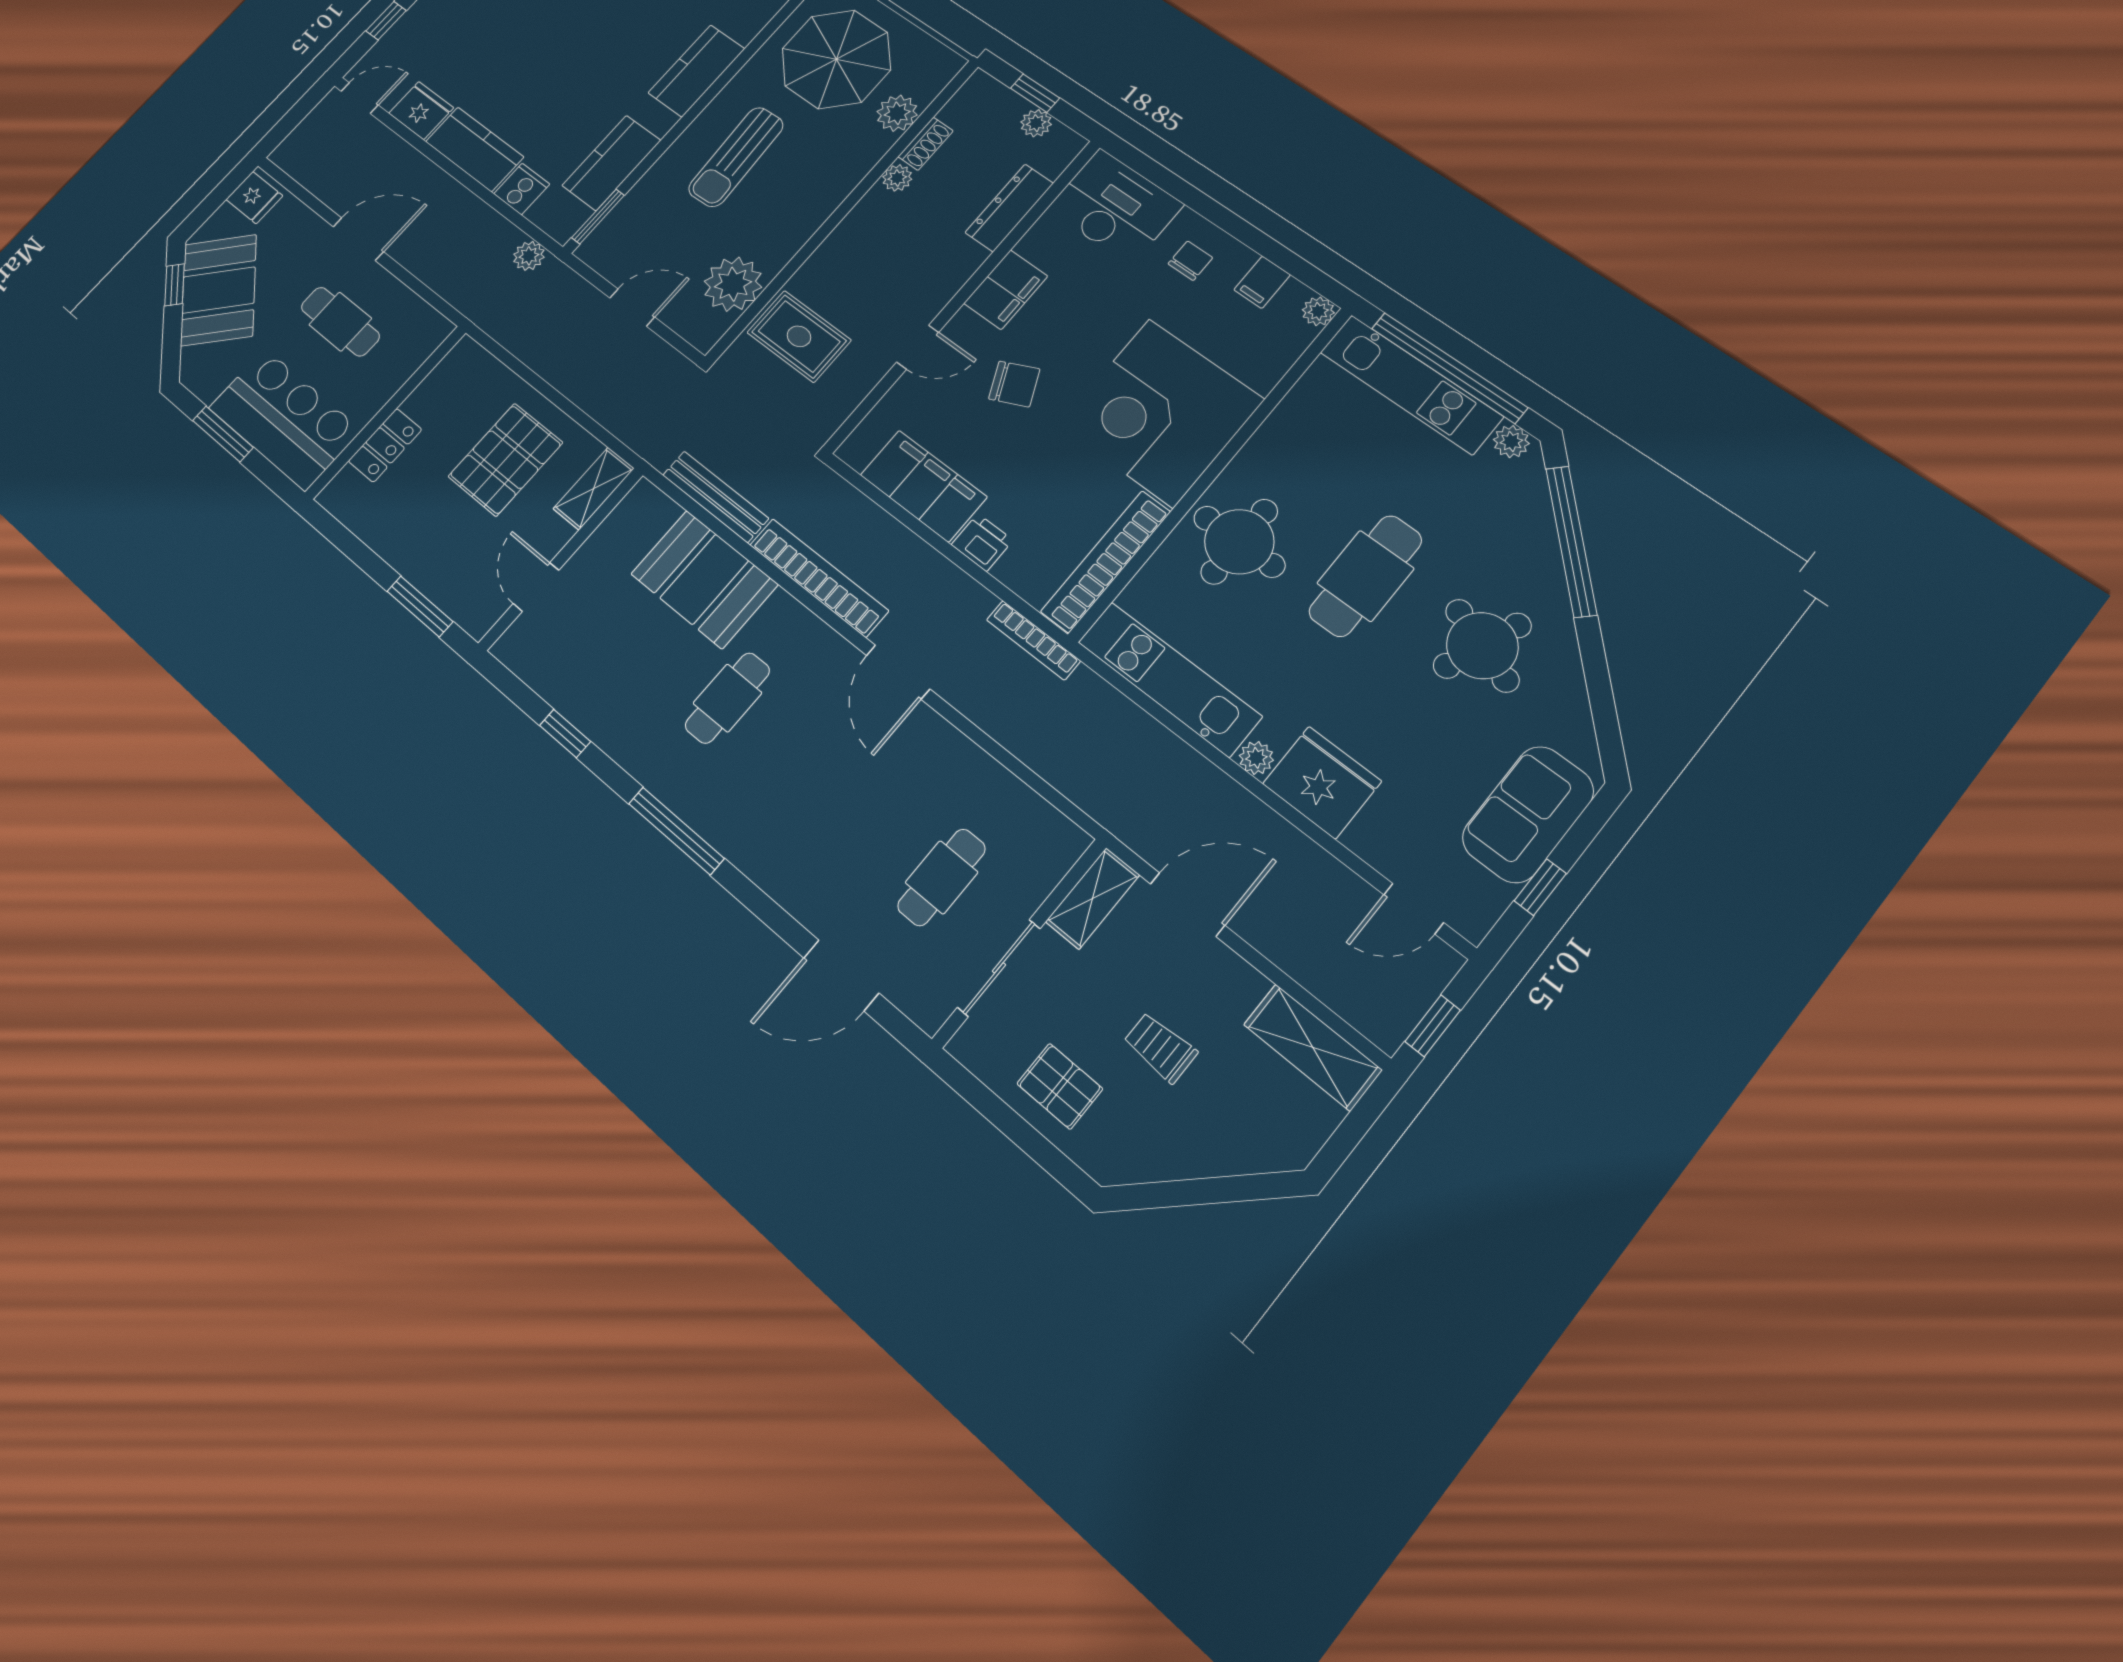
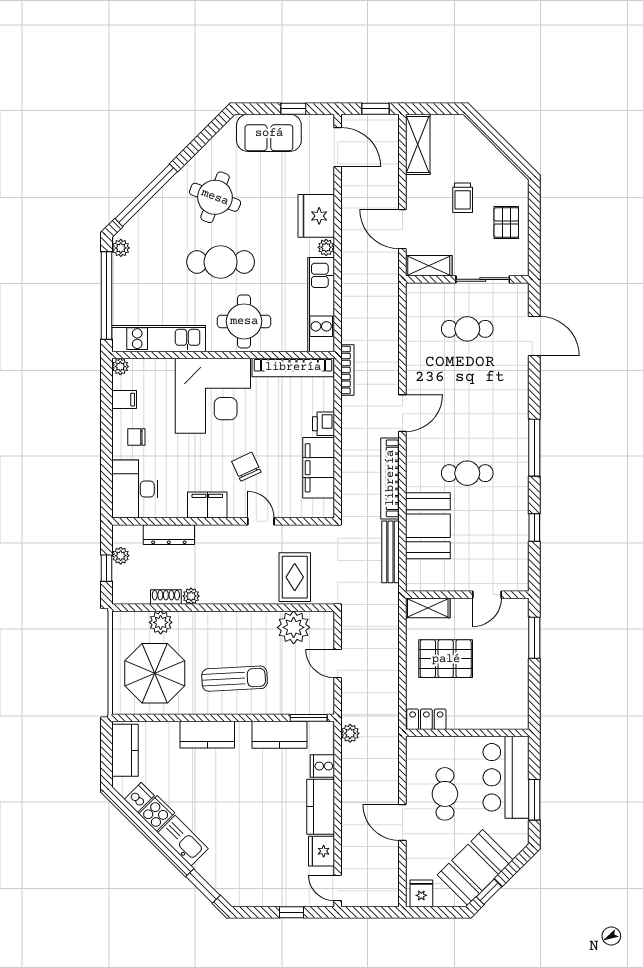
kitchen unit: (1411, 384) -> (159, 339), moved, turned -90
locker: (385, 445) -> (426, 719), moved
door: (1414, 909) -> (338, 147), width x1.38

